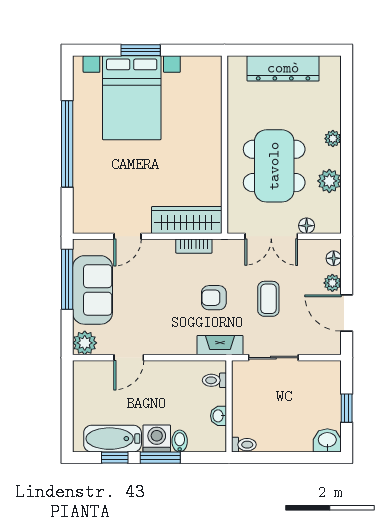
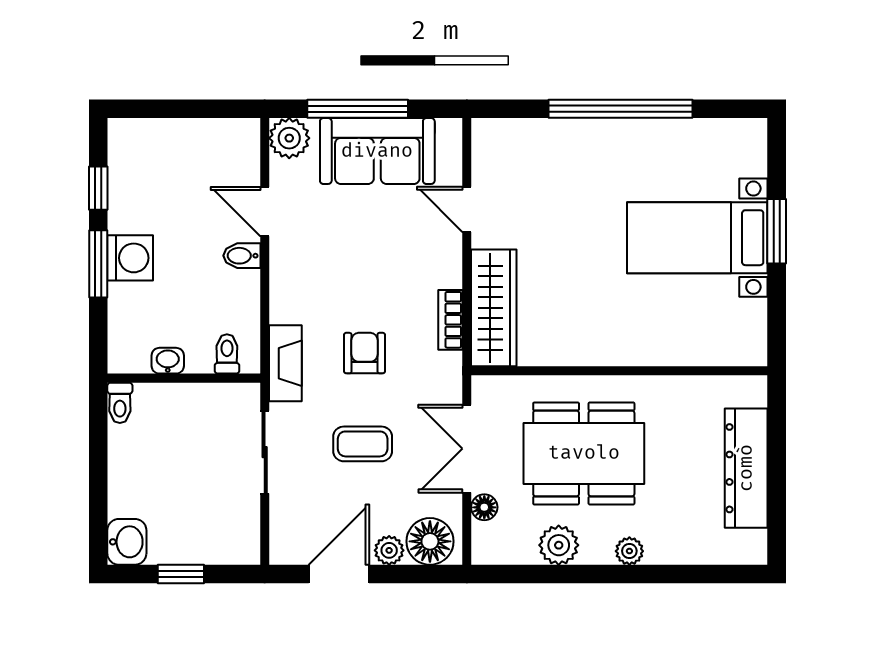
bed with nightstands: (132, 98) -> (697, 238), width x0.73
floor lamp: (334, 258) -> (430, 541), width x1.89, depth x1.89
window: (67, 279) -> (358, 109), moved
bathtub: (113, 439) -> (130, 184), removed
bidet: (180, 441) -> (242, 256), moved, turned 180

